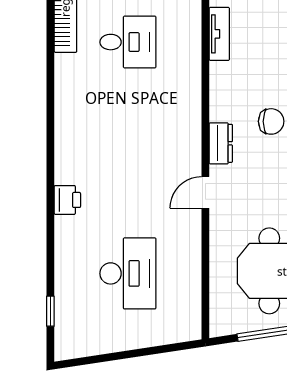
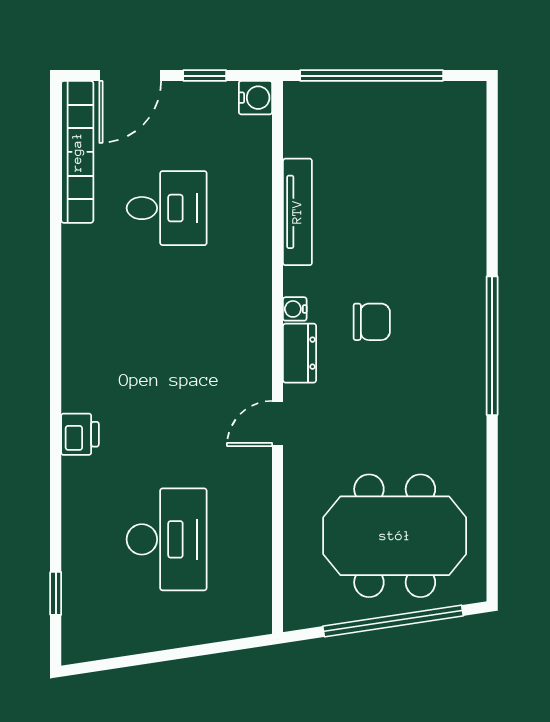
tv unit: (219, 34) -> (297, 212), width x1.41
water cooler: (217, 113) -> (295, 309), added

